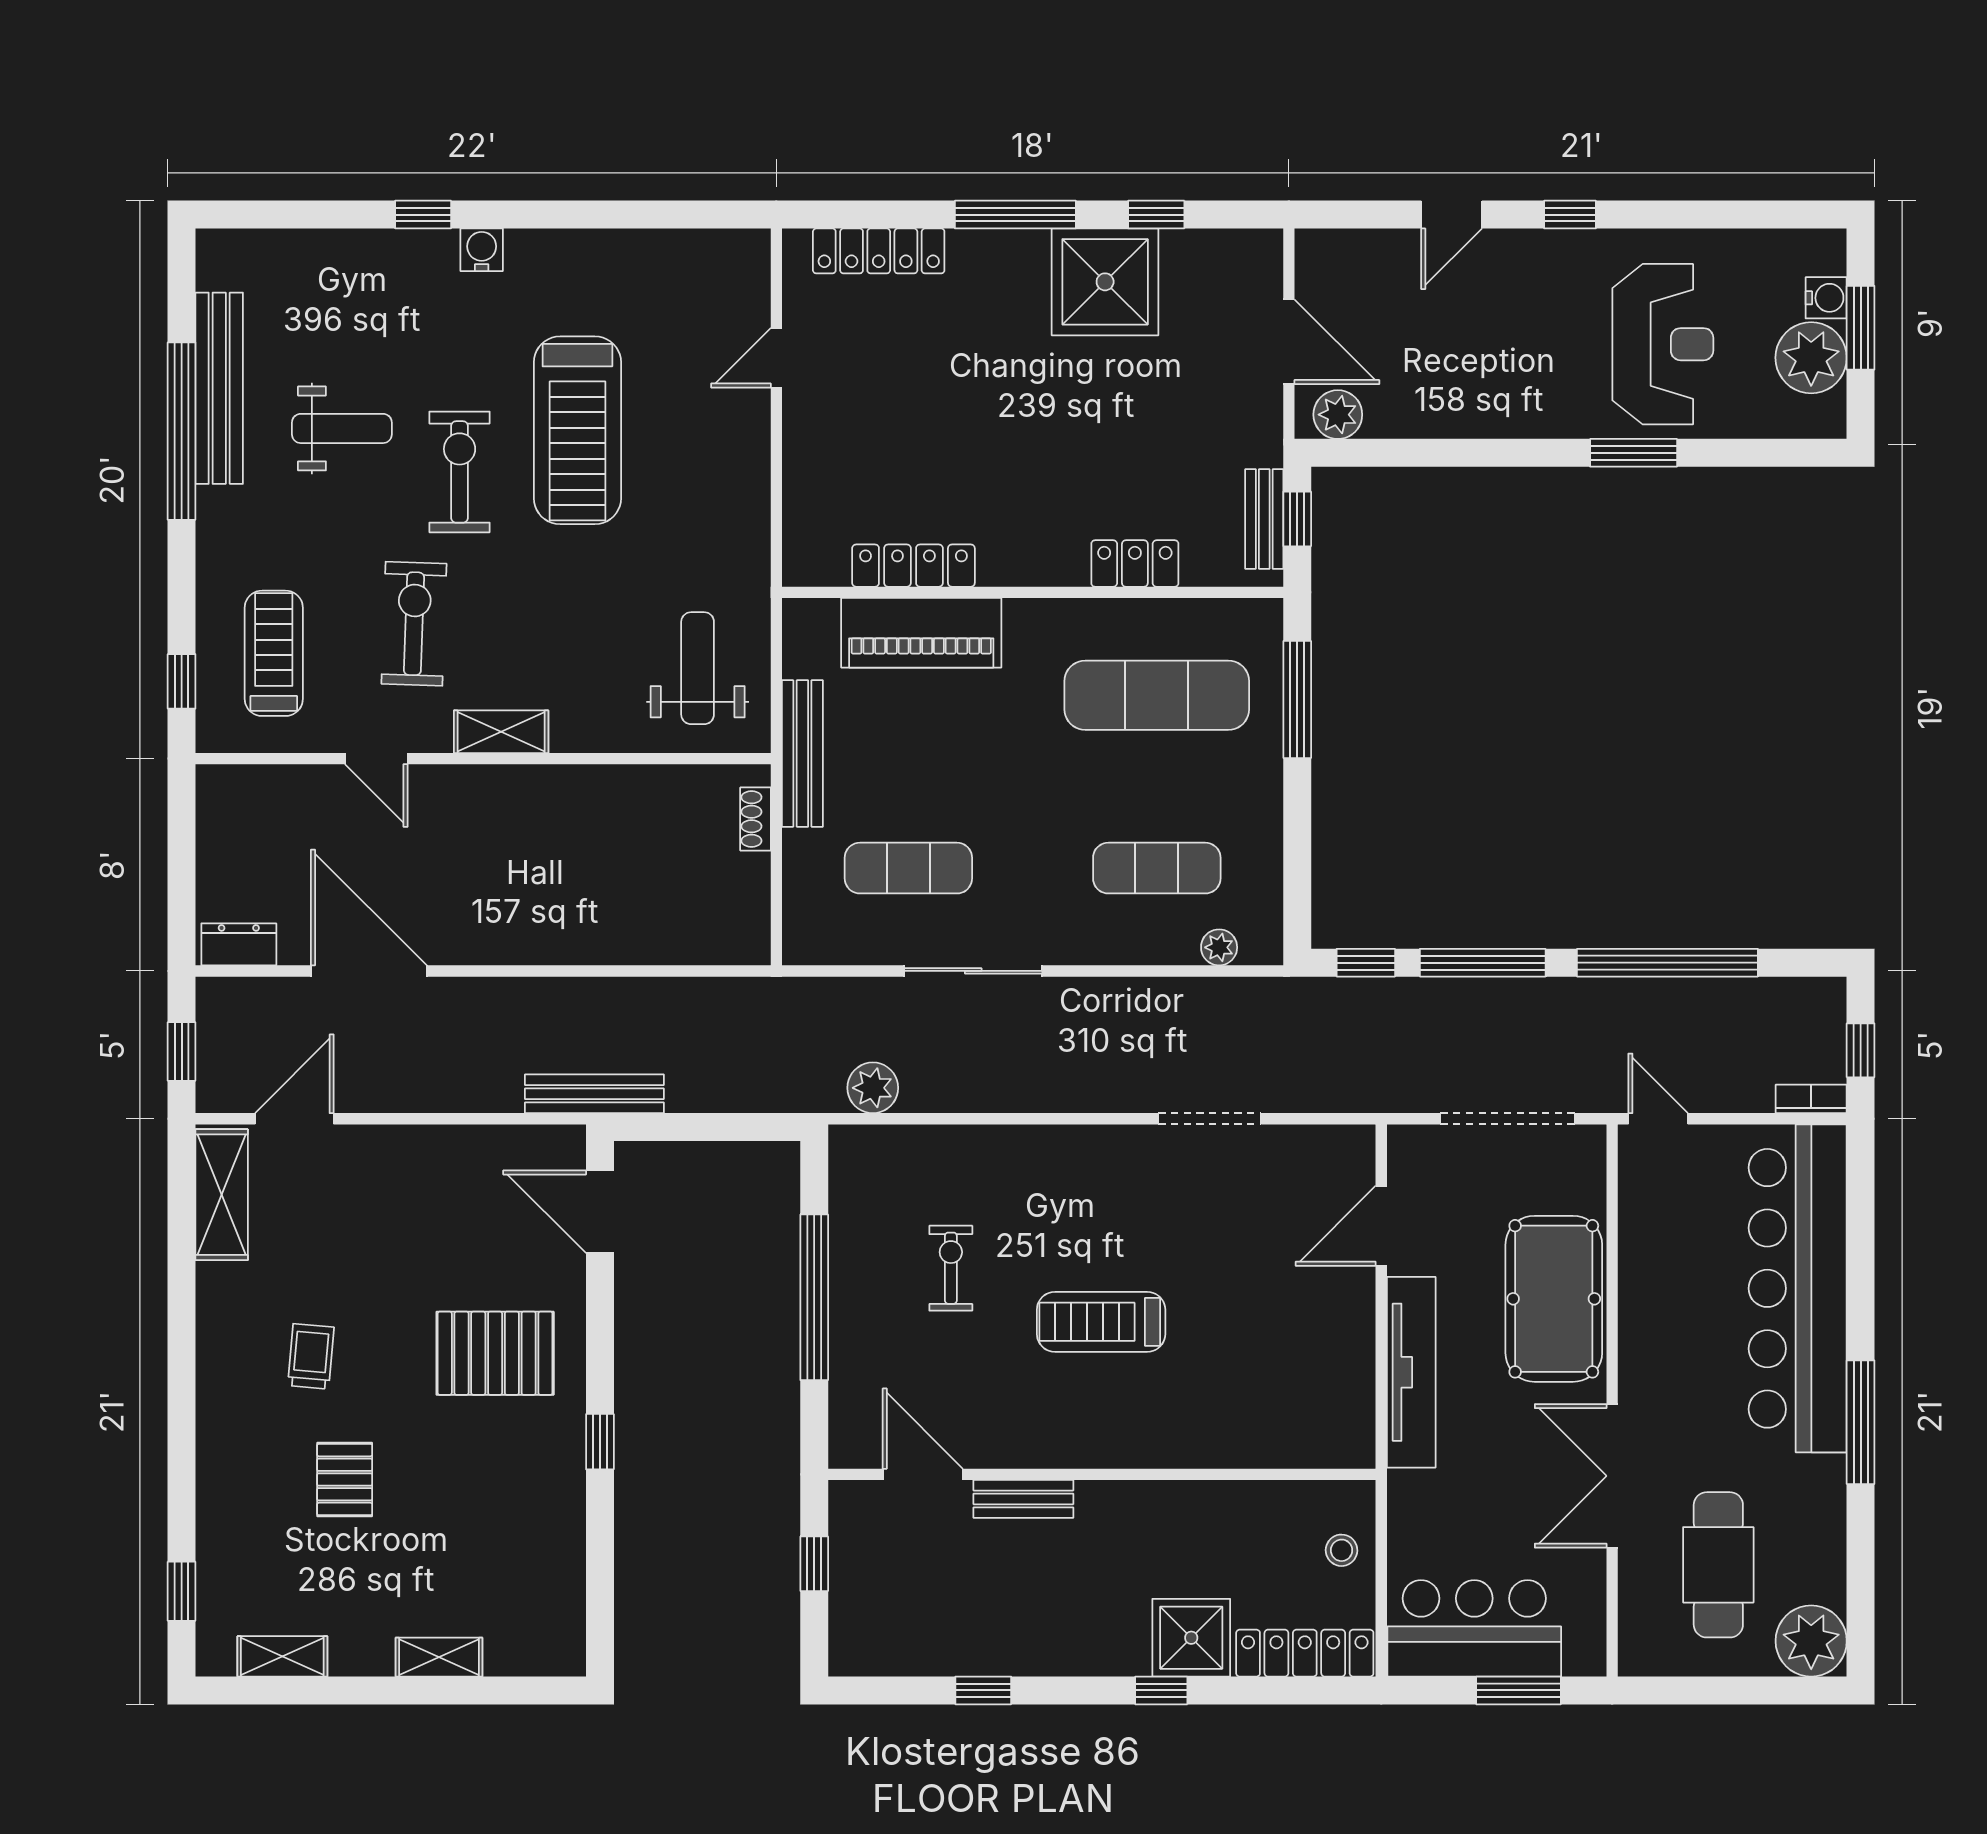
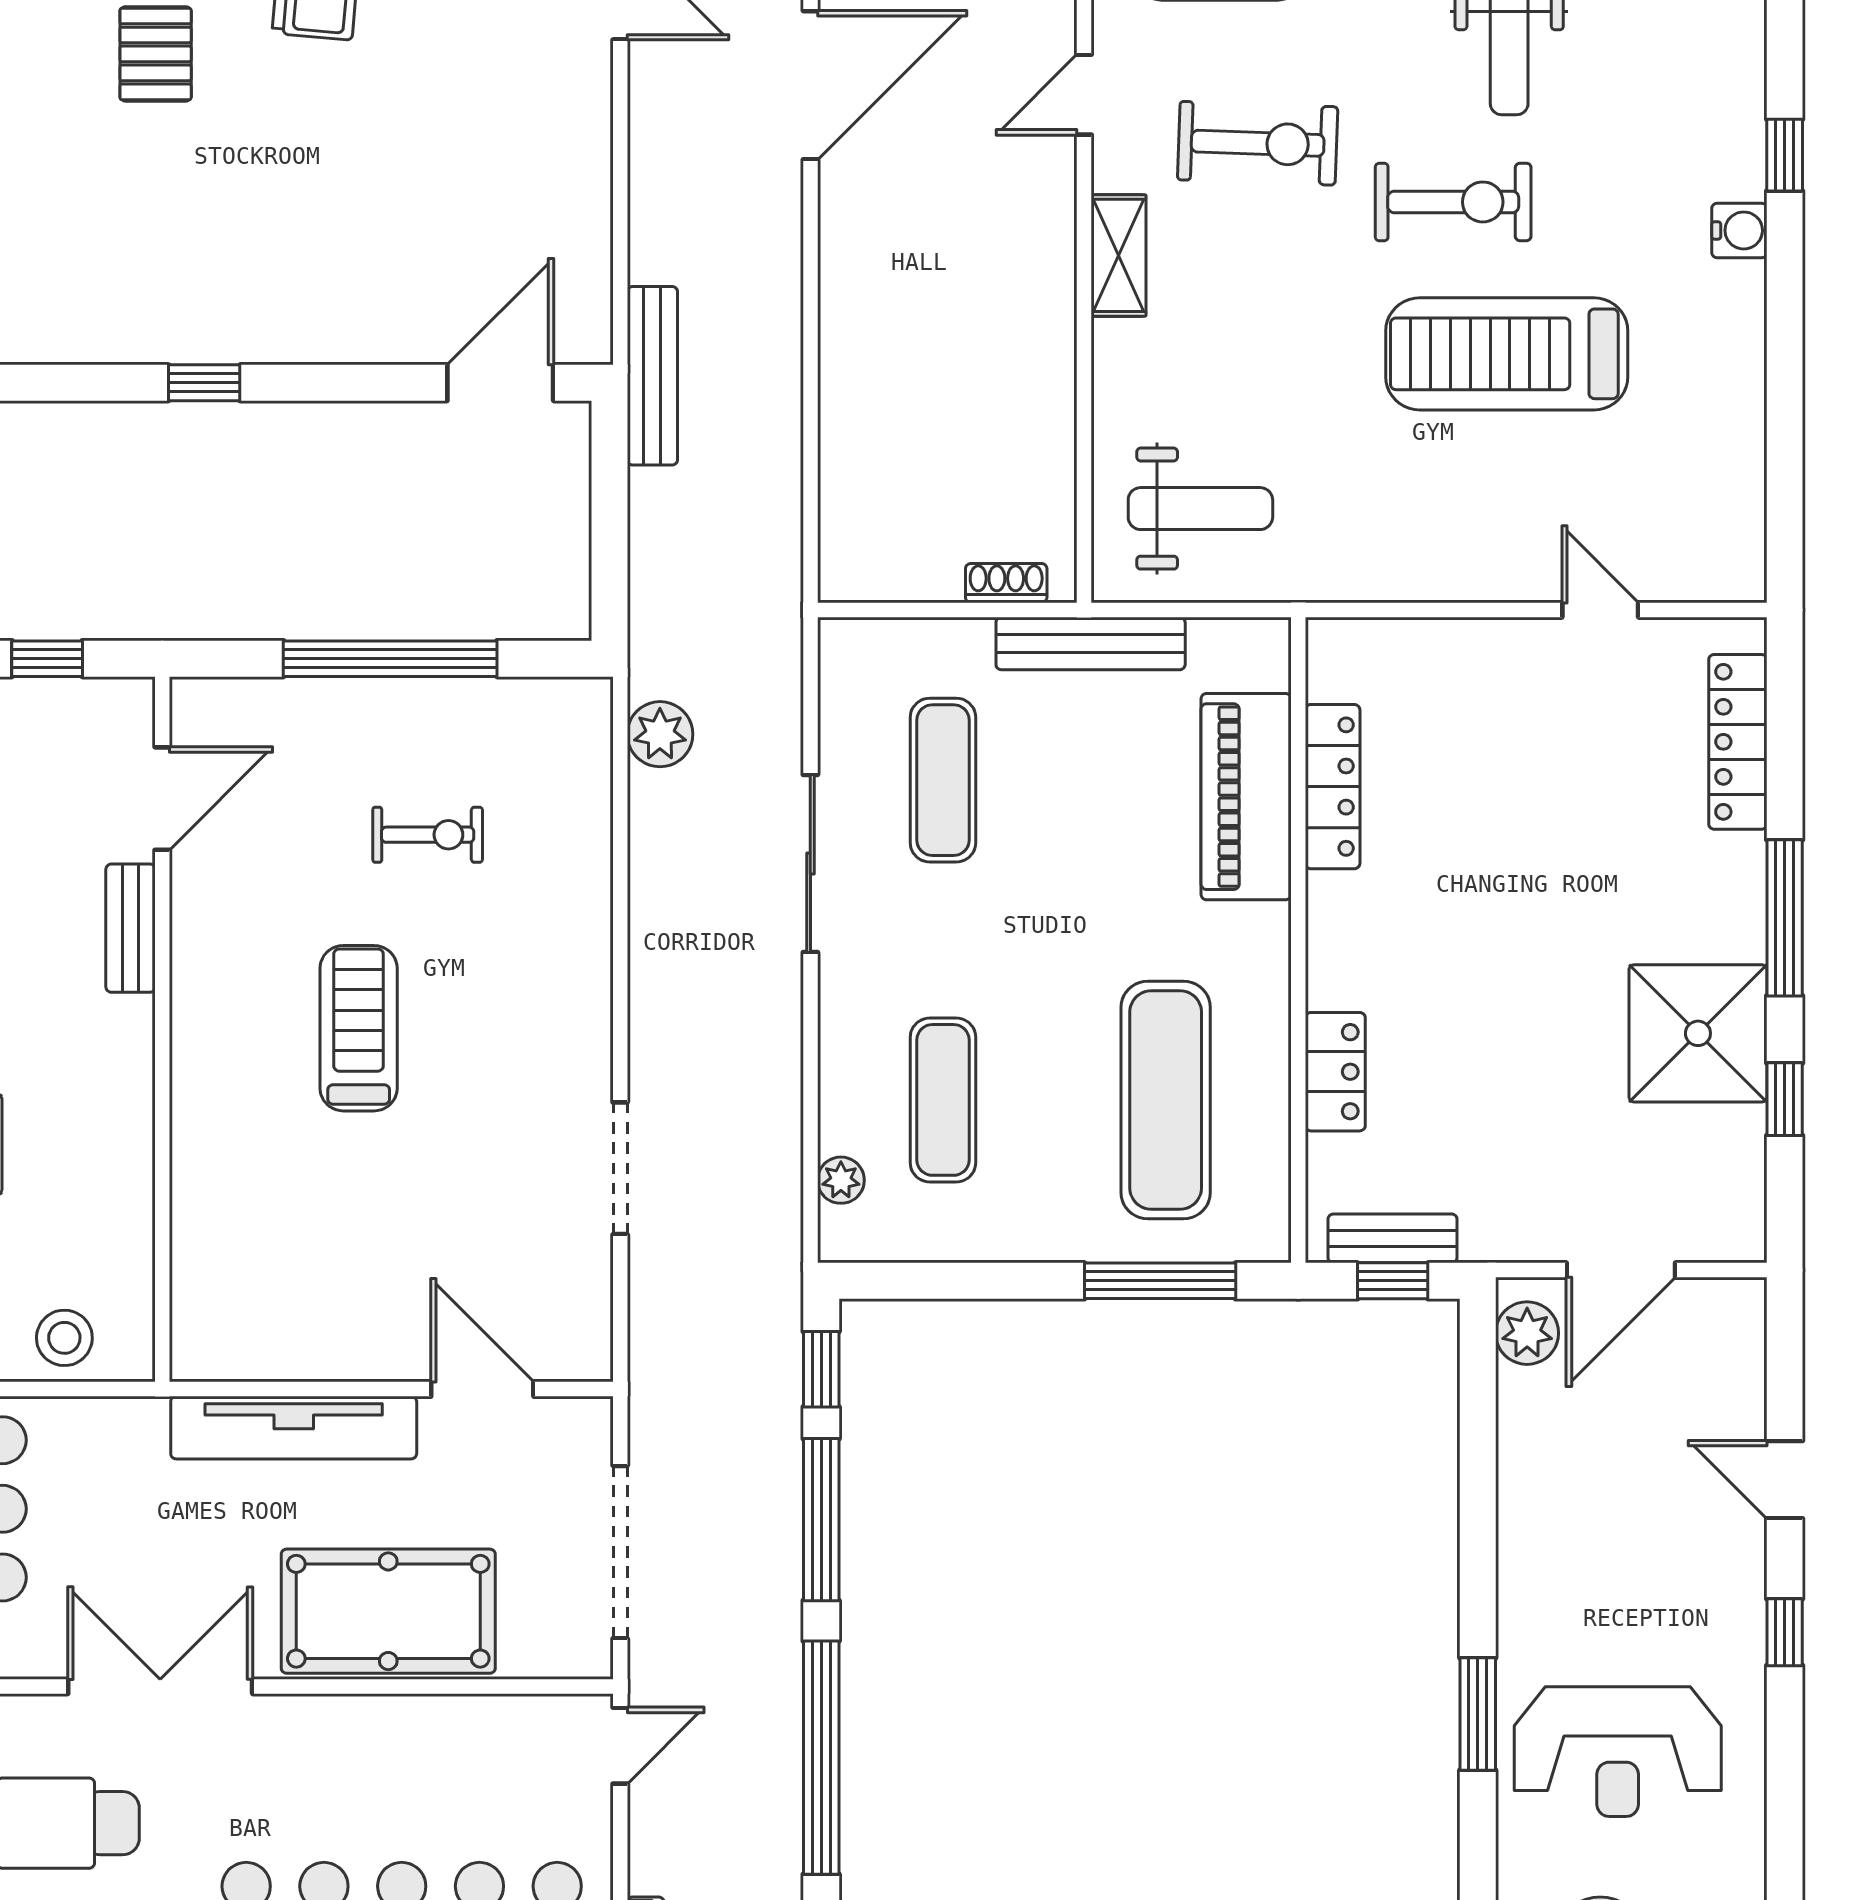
pallet: (495, 1353) -> (318, 248), removed
pallet: (345, 1480) -> (156, 54), turned 90
stool: (1342, 1550) -> (64, 1338), width x1.37, depth x1.37

